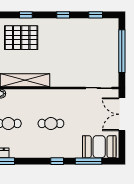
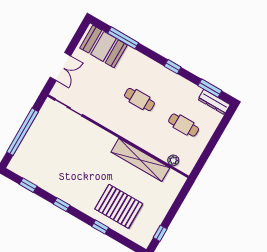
double door: (122, 114) -> (60, 66), width x0.73
window: (57, 161) -> (173, 67), moved

